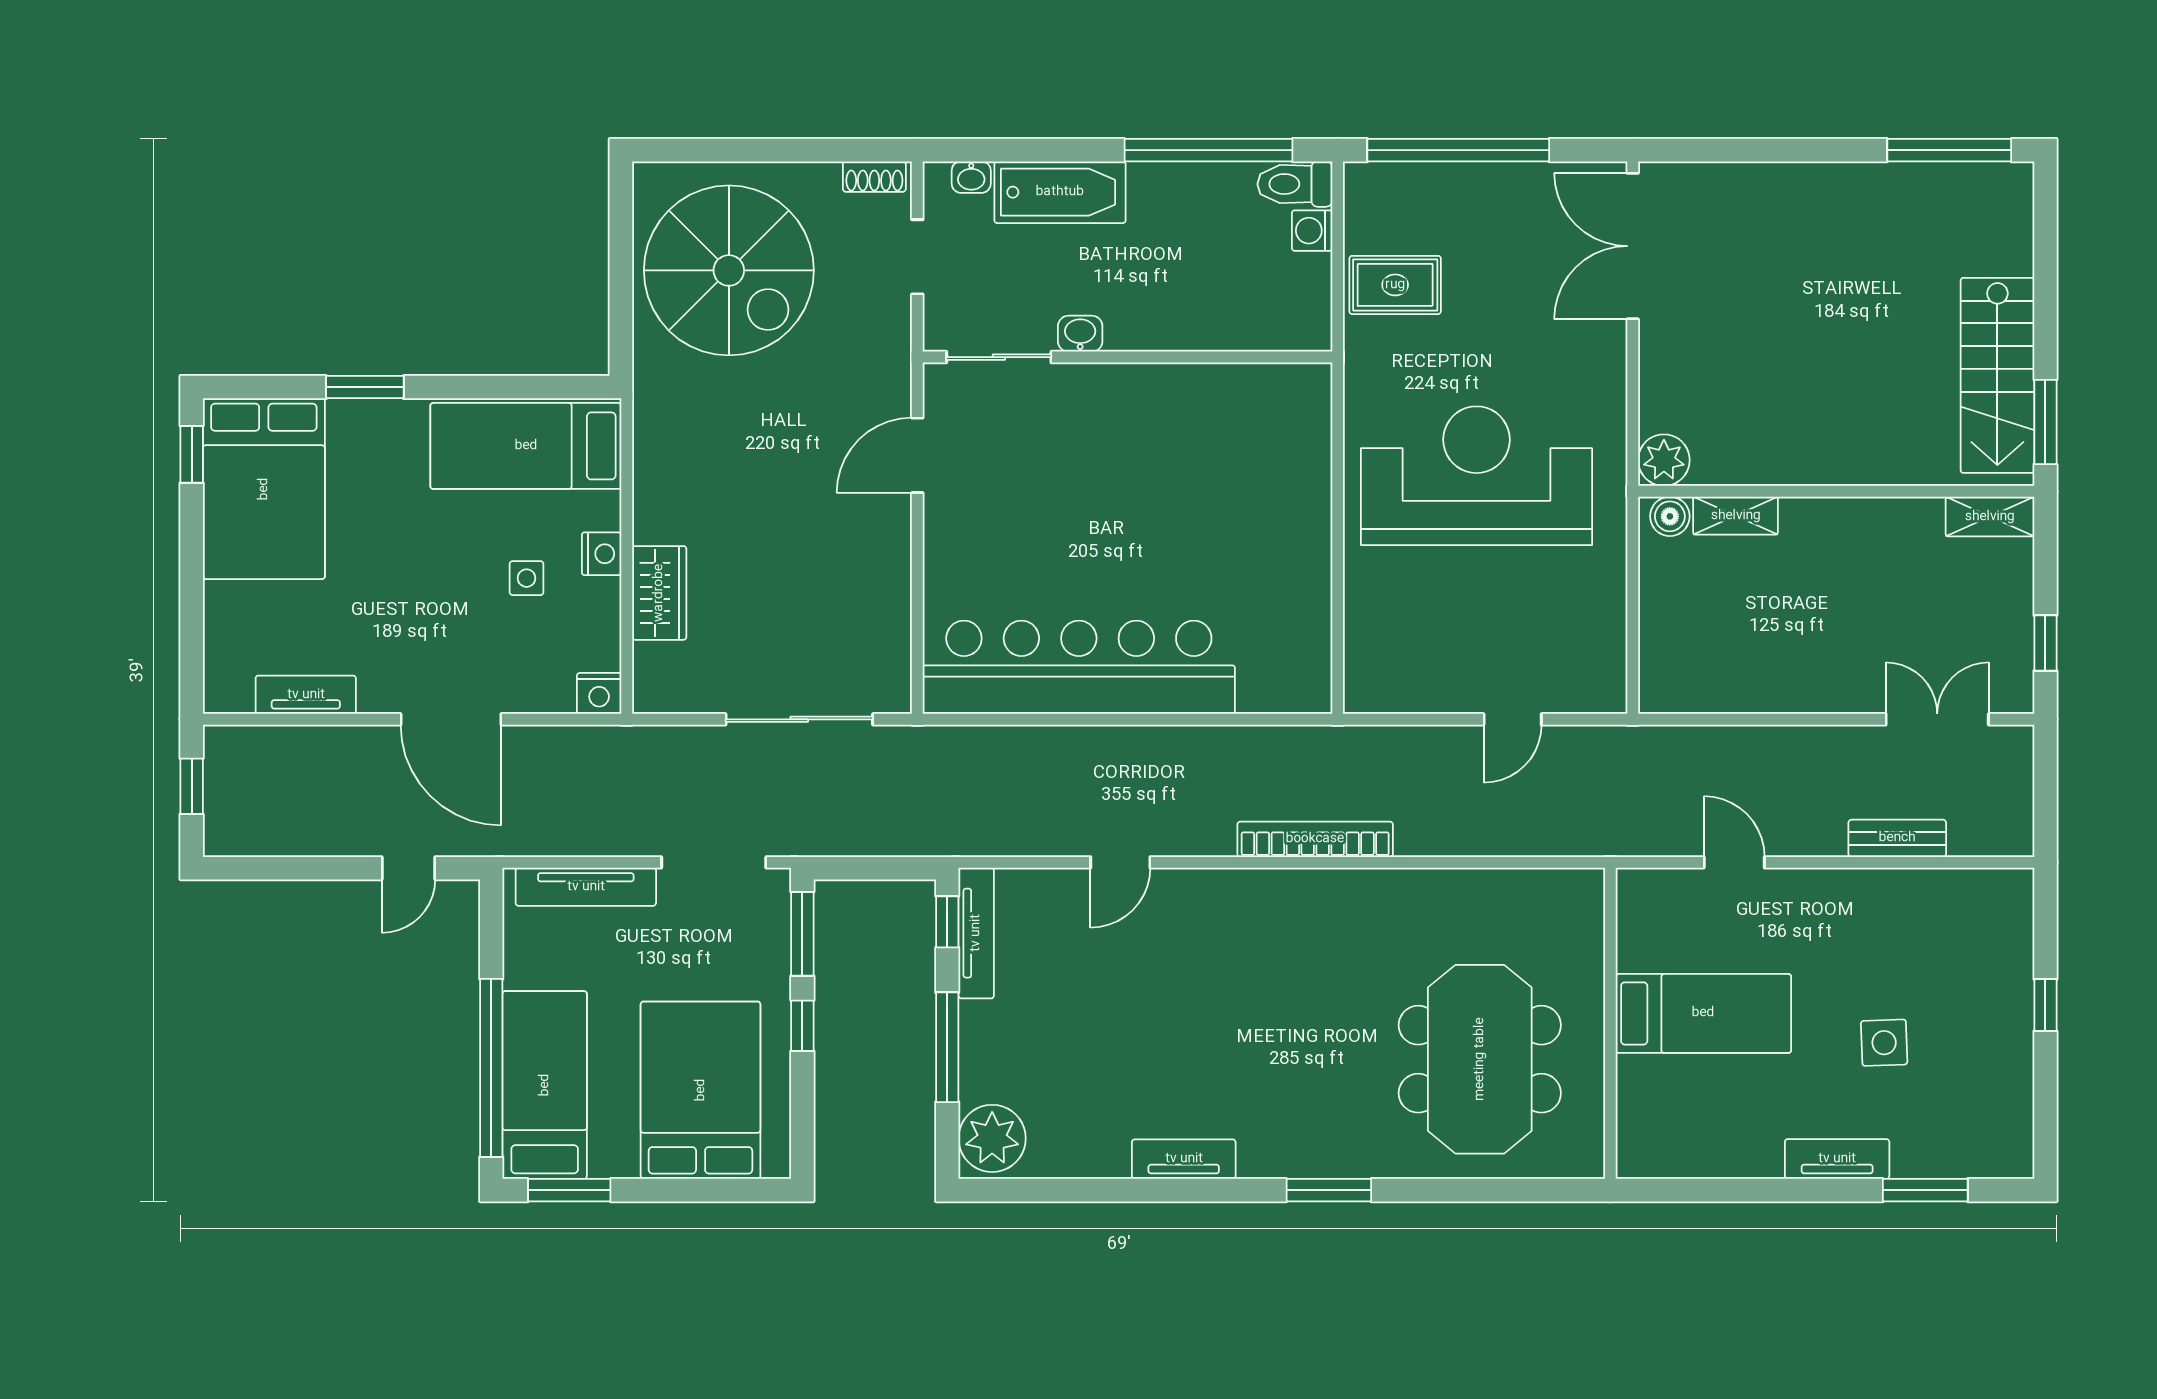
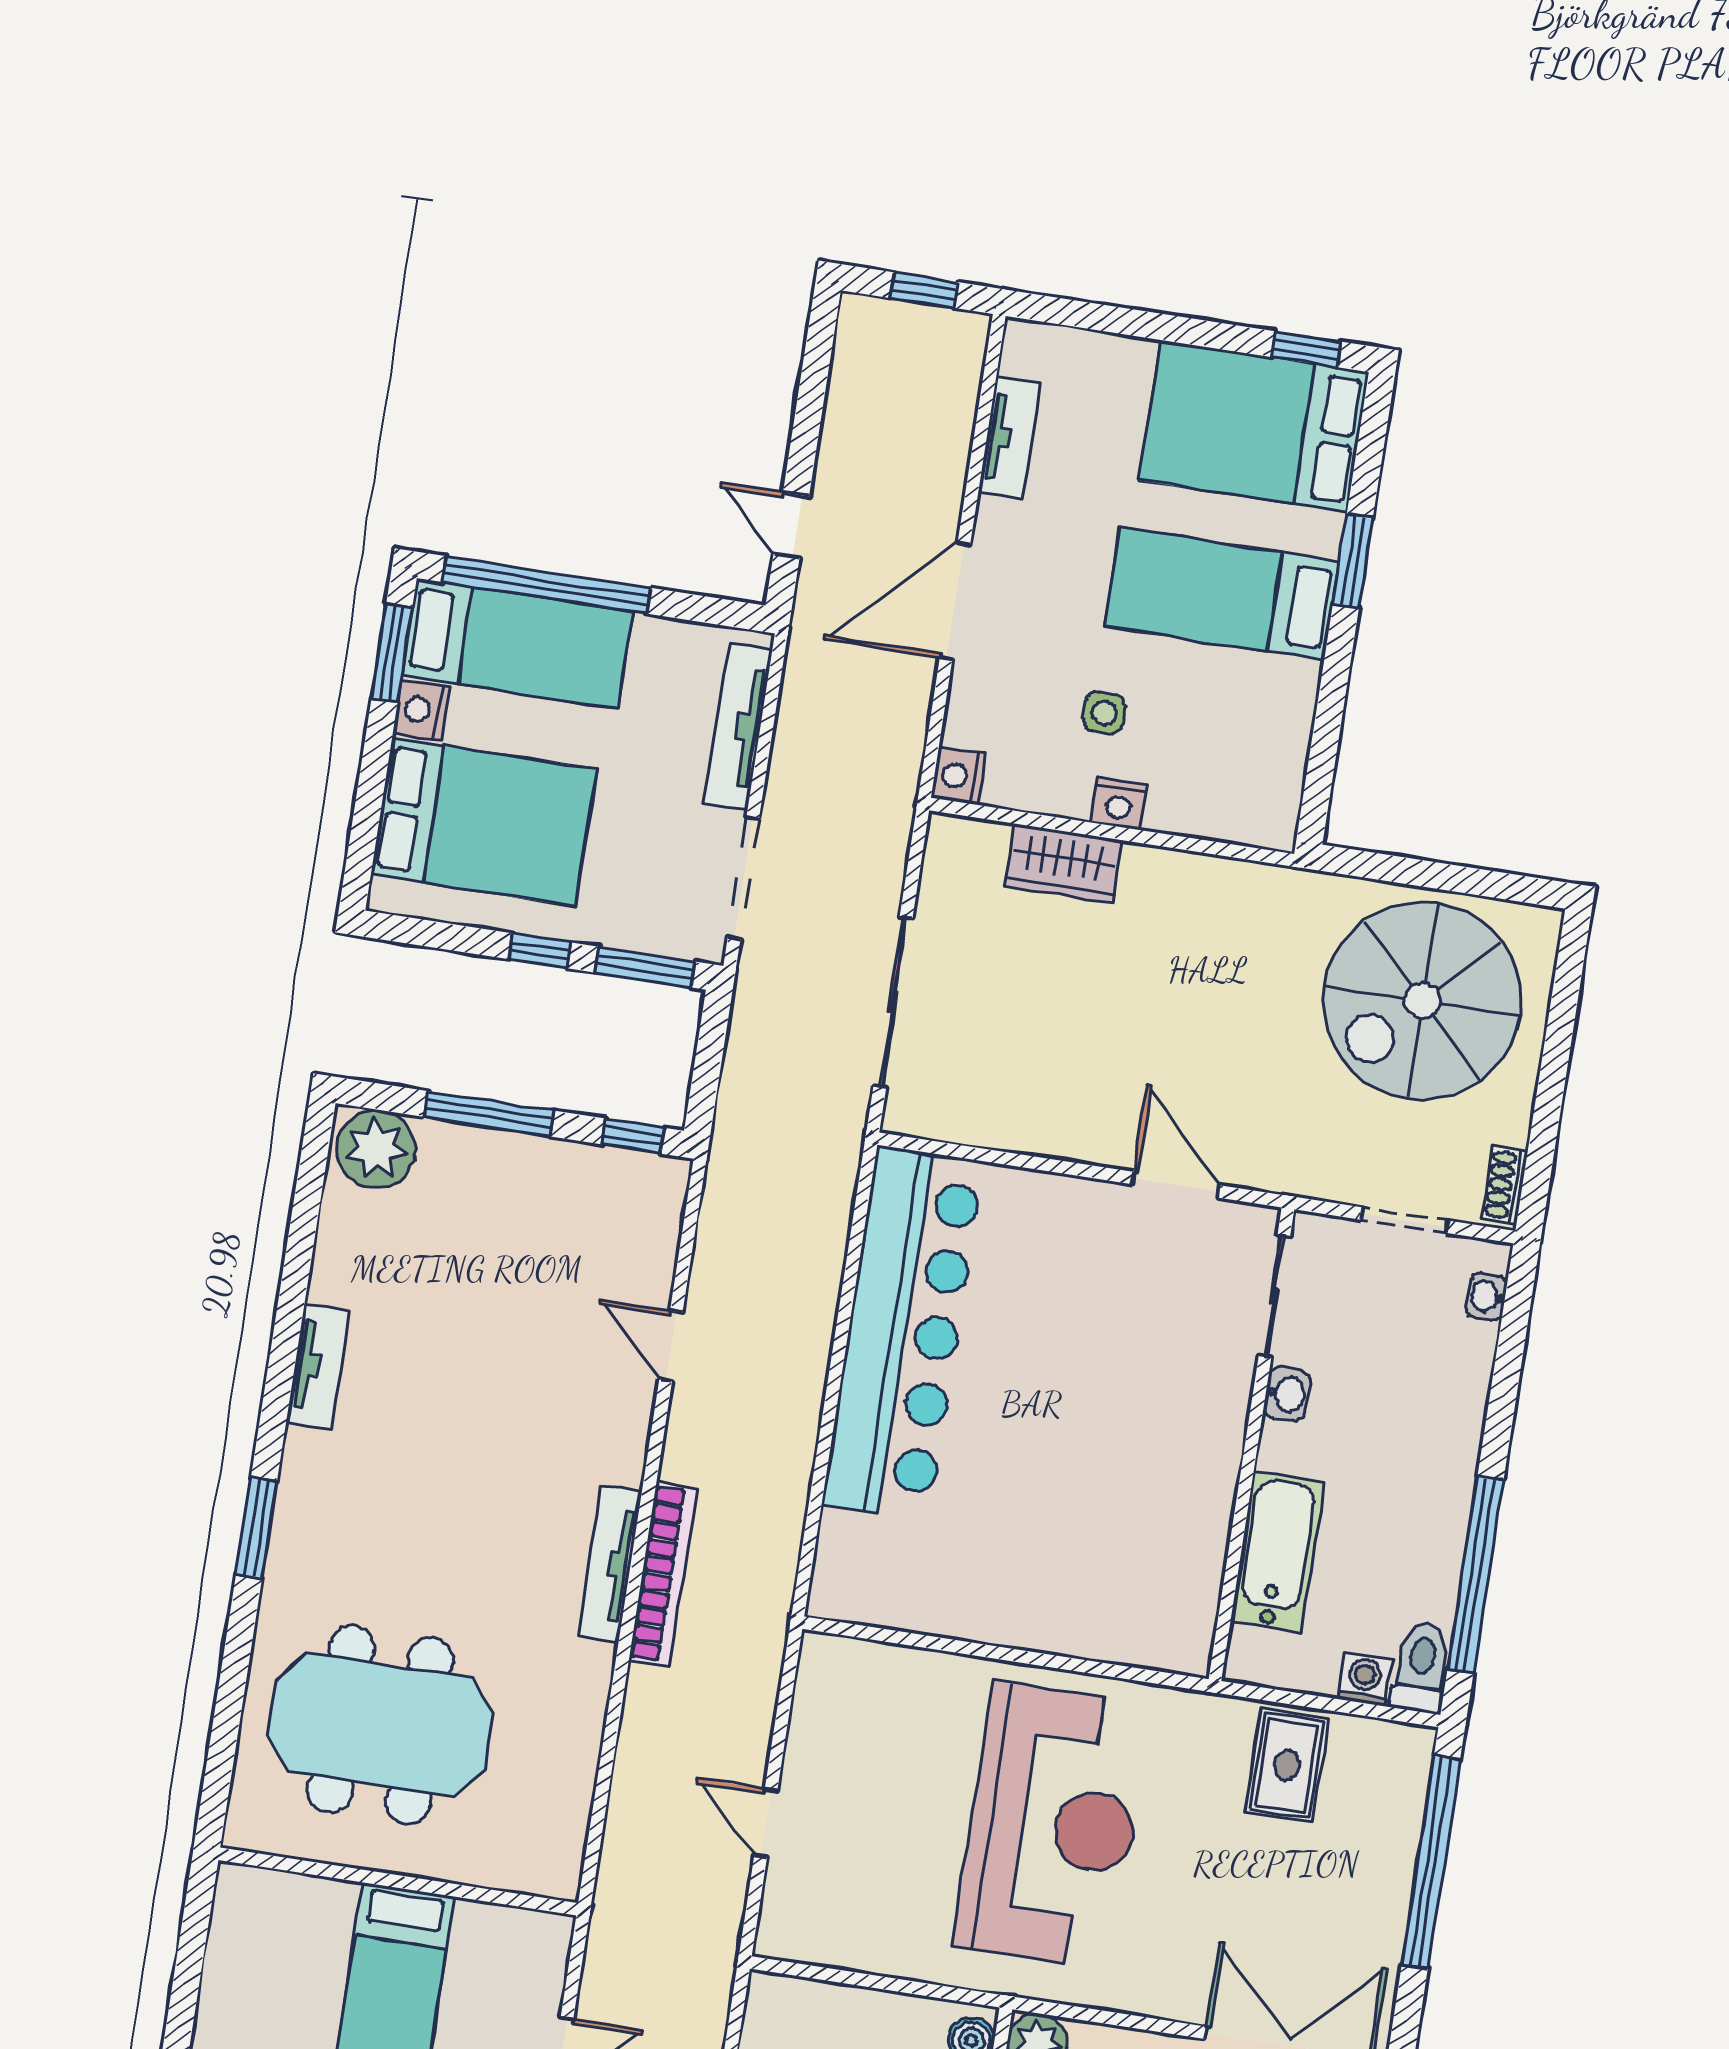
bathtub: (1060, 192) -> (1278, 1552), moved, turned 180
bed: (526, 446) -> (1222, 594), moved, turned -90
tv unit: (976, 933) -> (610, 1564), moved, turned 90
nightstand: (614, 1158) -> (421, 710), added

